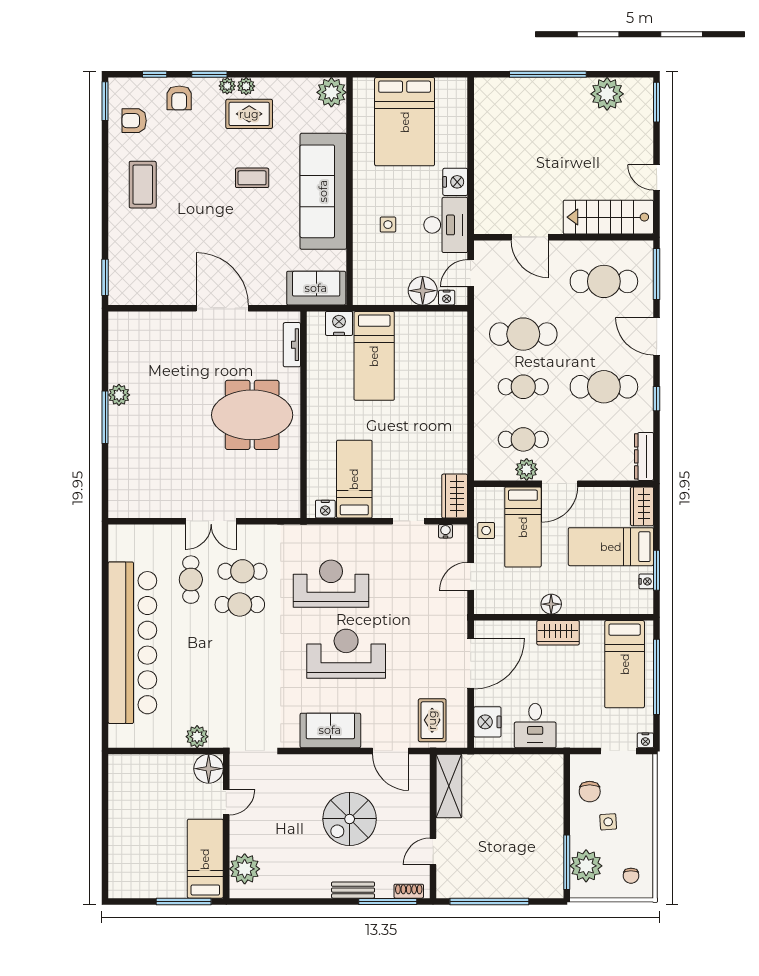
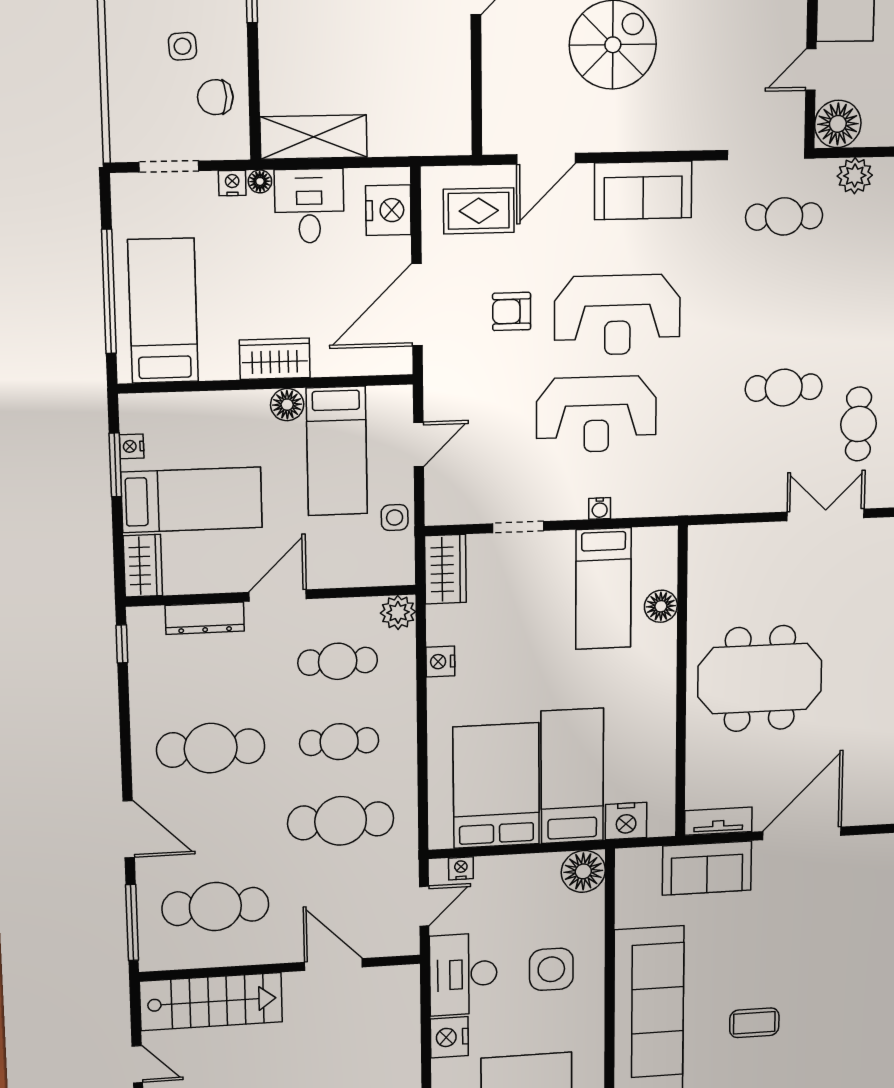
side table: (388, 225) -> (551, 969), width x1.87, depth x1.87
sofa: (316, 288) -> (707, 868), moved
floor lamp: (423, 291) -> (583, 871), moved
door: (222, 308) -> (802, 833), swing flipped
tv unit: (292, 345) -> (718, 821), moved, turned -90
bed: (423, 352) -> (496, 786), added
window: (657, 399) -> (122, 644), moved
dresser: (644, 456) -> (205, 618), moved, turned 90
floor lamp: (317, 466) -> (661, 606), added
plant: (527, 469) -> (398, 612), moved
nightstand: (325, 509) -> (440, 662), moved, turned -90
bed: (523, 527) -> (337, 451), moved, turned 180
water cooler: (445, 531) -> (600, 508), moved
cafe table: (242, 571) -> (784, 216), moved
reception desk: (331, 584) -> (596, 414), moved
armchair: (412, 658) -> (512, 311), added
rug: (432, 720) -> (479, 211), turned 90
nightstand: (645, 740) -> (232, 183), moved
floor lamp: (564, 741) -> (260, 181), added
door: (391, 751) -> (546, 159), swing flipped
shelving: (449, 786) -> (314, 137), moved, turned 90
chair: (590, 792) -> (215, 97), turned -90

